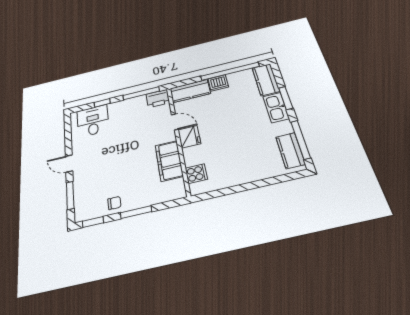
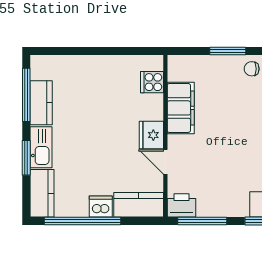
kitchen counter: (290, 151) -> (41, 103), moved

